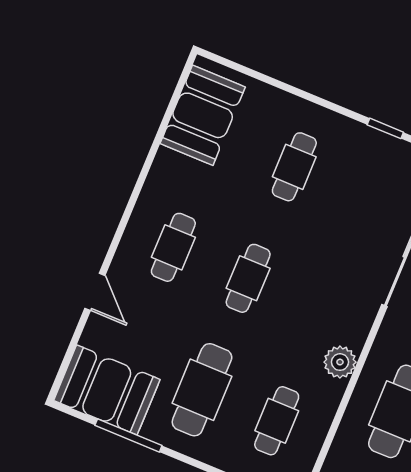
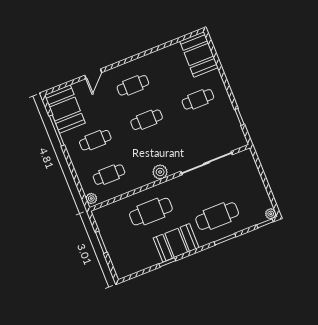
booth: (203, 115) -> (199, 54), moved, turned 90
plant: (340, 362) -> (160, 172), moved
cafe table: (202, 390) -> (95, 140), width x0.73, depth x0.74

